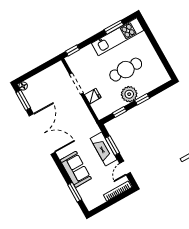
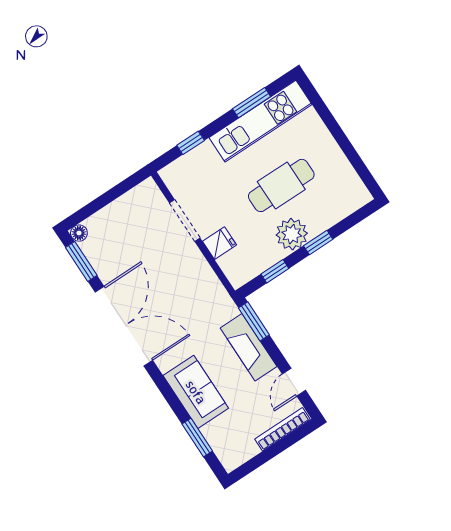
window: (72, 50) -> (191, 143), moved
window: (112, 146) -> (254, 321), moved

